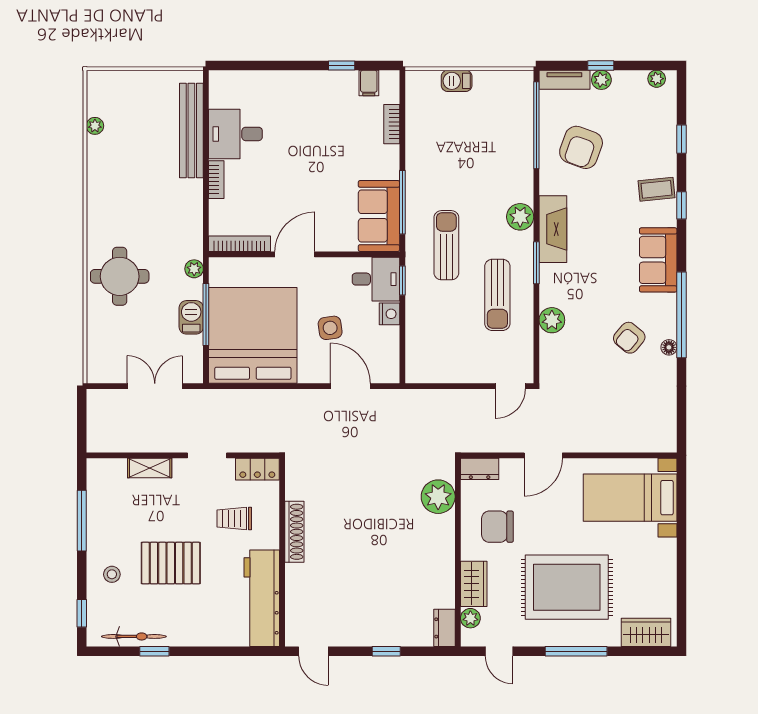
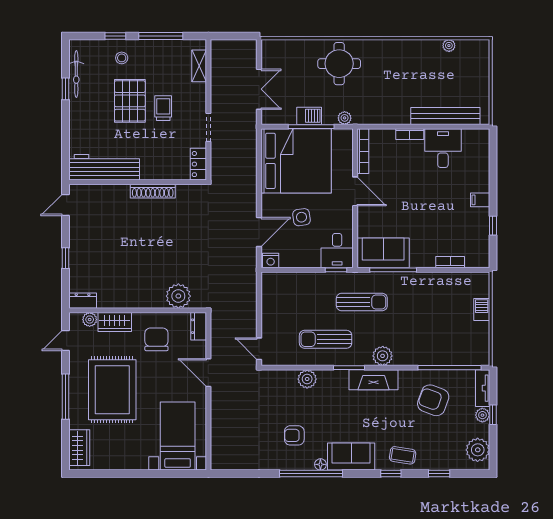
plant: (657, 79) -> (478, 450), width x1.88, depth x1.88
filing cabinet: (369, 83) -> (480, 200), moved
coffee table: (657, 189) -> (403, 455), turned -75
nightstand: (389, 314) -> (271, 260), moved
armchair: (629, 338) -> (294, 435), turned -40
floor lamp: (669, 347) -> (320, 464), moved
shelving: (150, 468) -> (199, 66), moved
trolley: (234, 519) -> (163, 108), moved
window: (82, 613) -> (115, 36), moved

